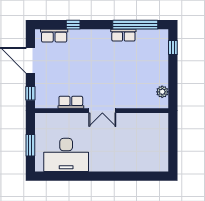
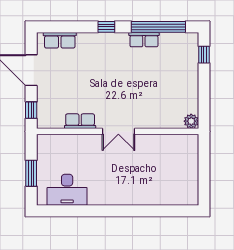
window: (73, 25) -> (106, 27), moved
plant: (162, 92) -> (191, 121), moved
desk: (66, 155) -> (67, 190), width x0.73, depth x0.77

